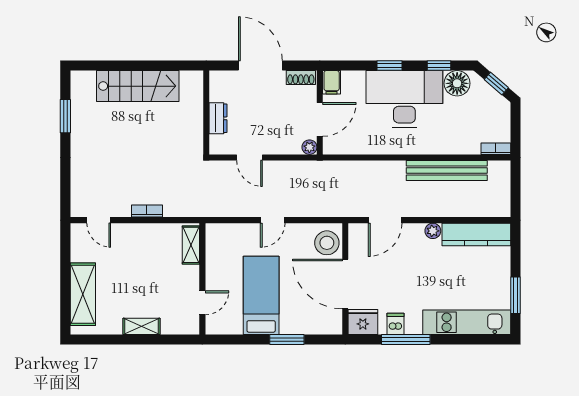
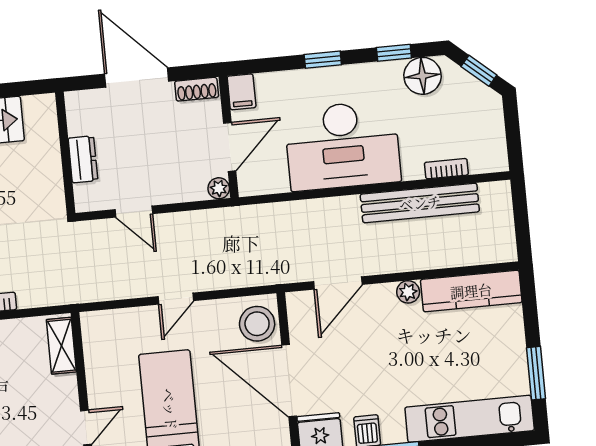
desk: (404, 99) -> (343, 146), moved, turned 180
bookcase: (496, 149) -> (446, 169), moved

